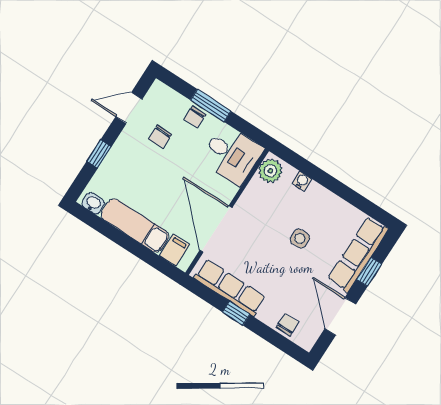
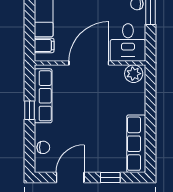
water cooler: (302, 181) -> (140, 98), removed
door: (216, 229) -> (89, 63), moved
side table: (300, 239) -> (103, 120), removed
row of seats: (358, 254) -> (136, 144), moved, turned -90

